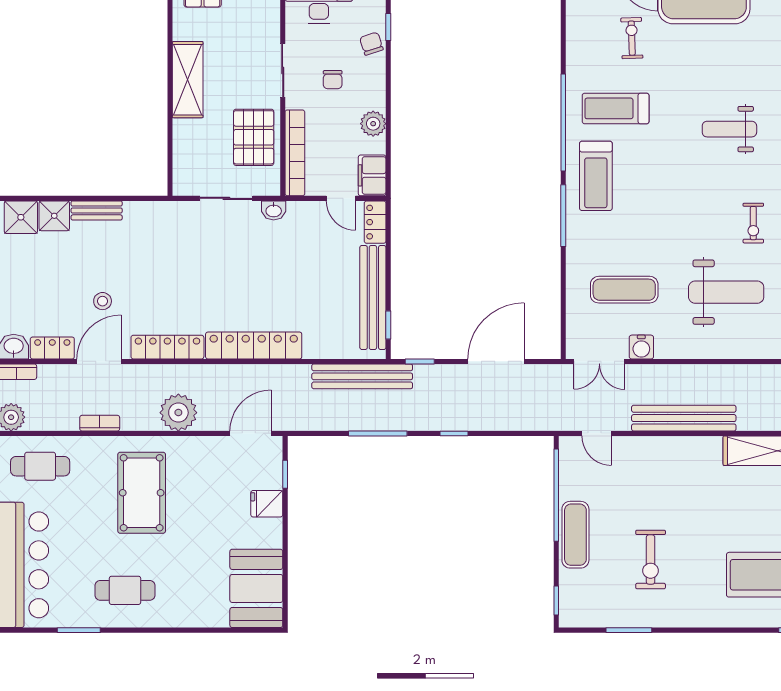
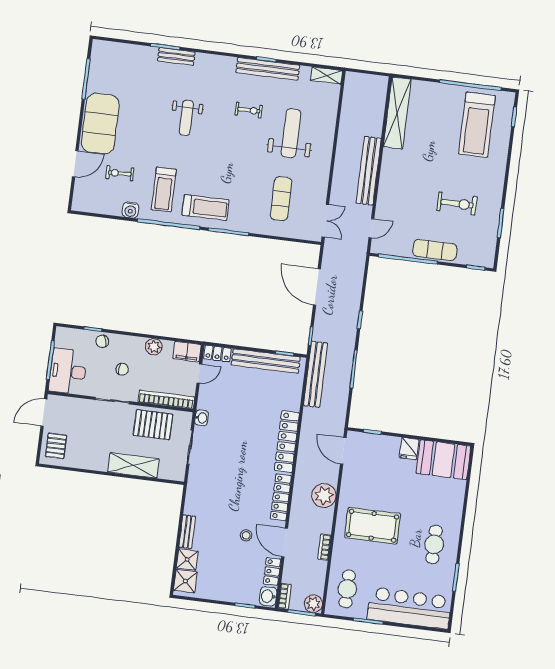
shelving: (188, 80) -> (134, 465), moved
water cooler: (641, 347) -> (130, 210), moved, turned 90
fridge: (267, 504) -> (409, 449), moved

